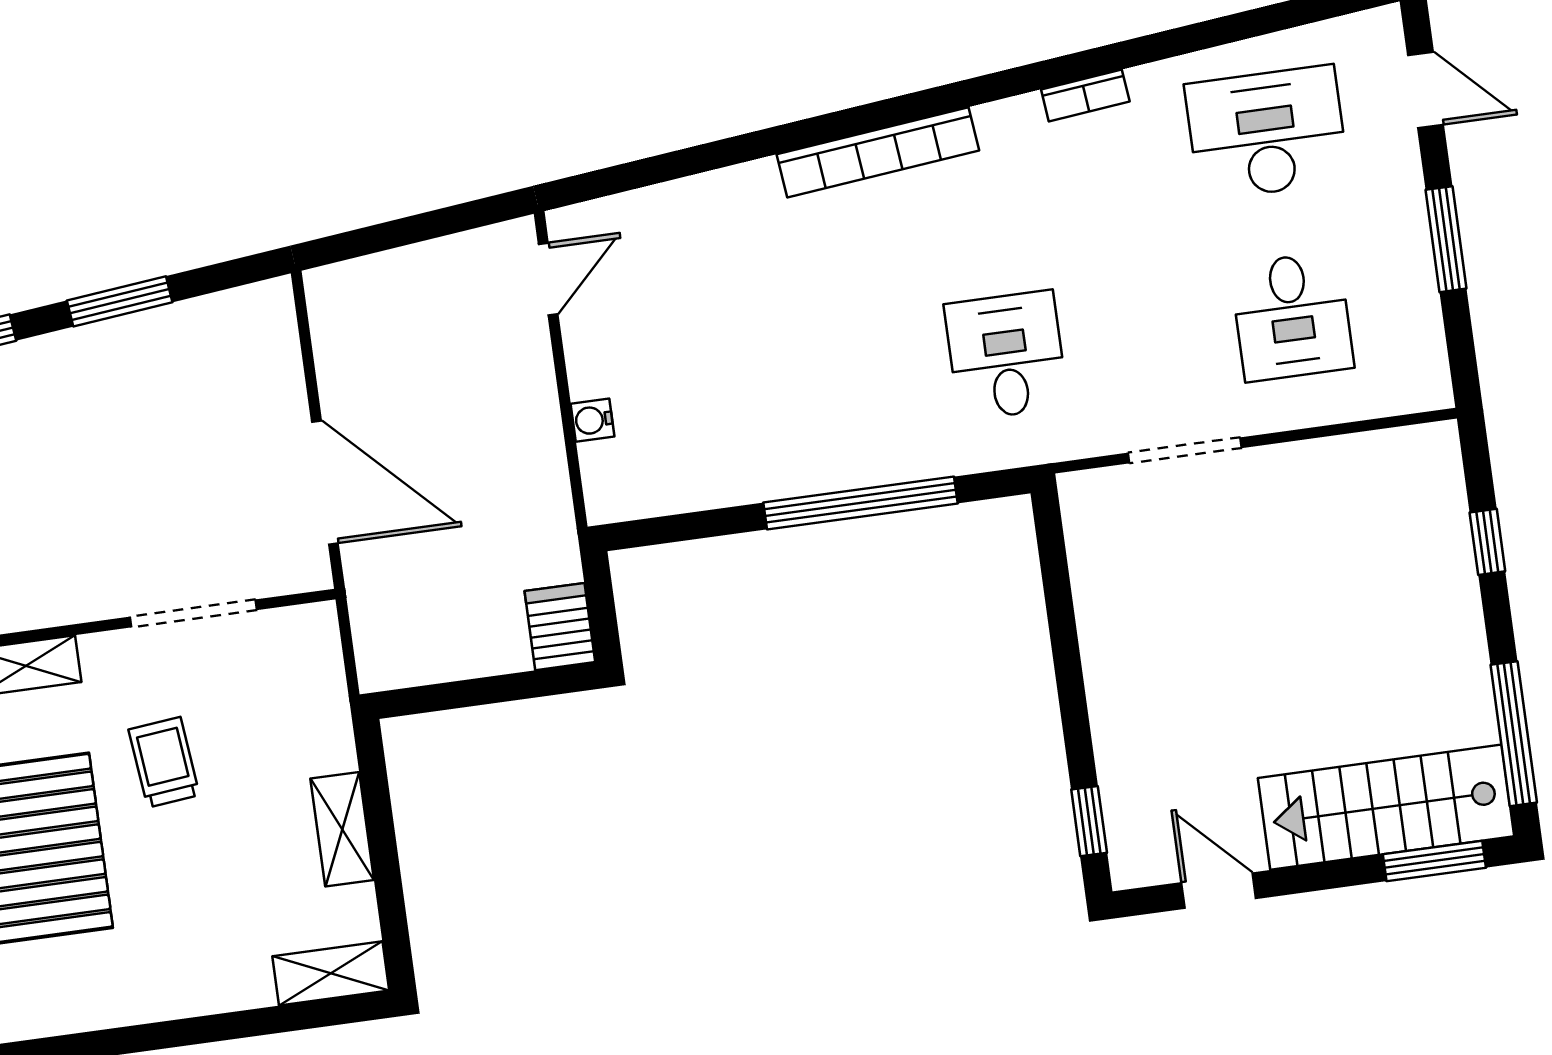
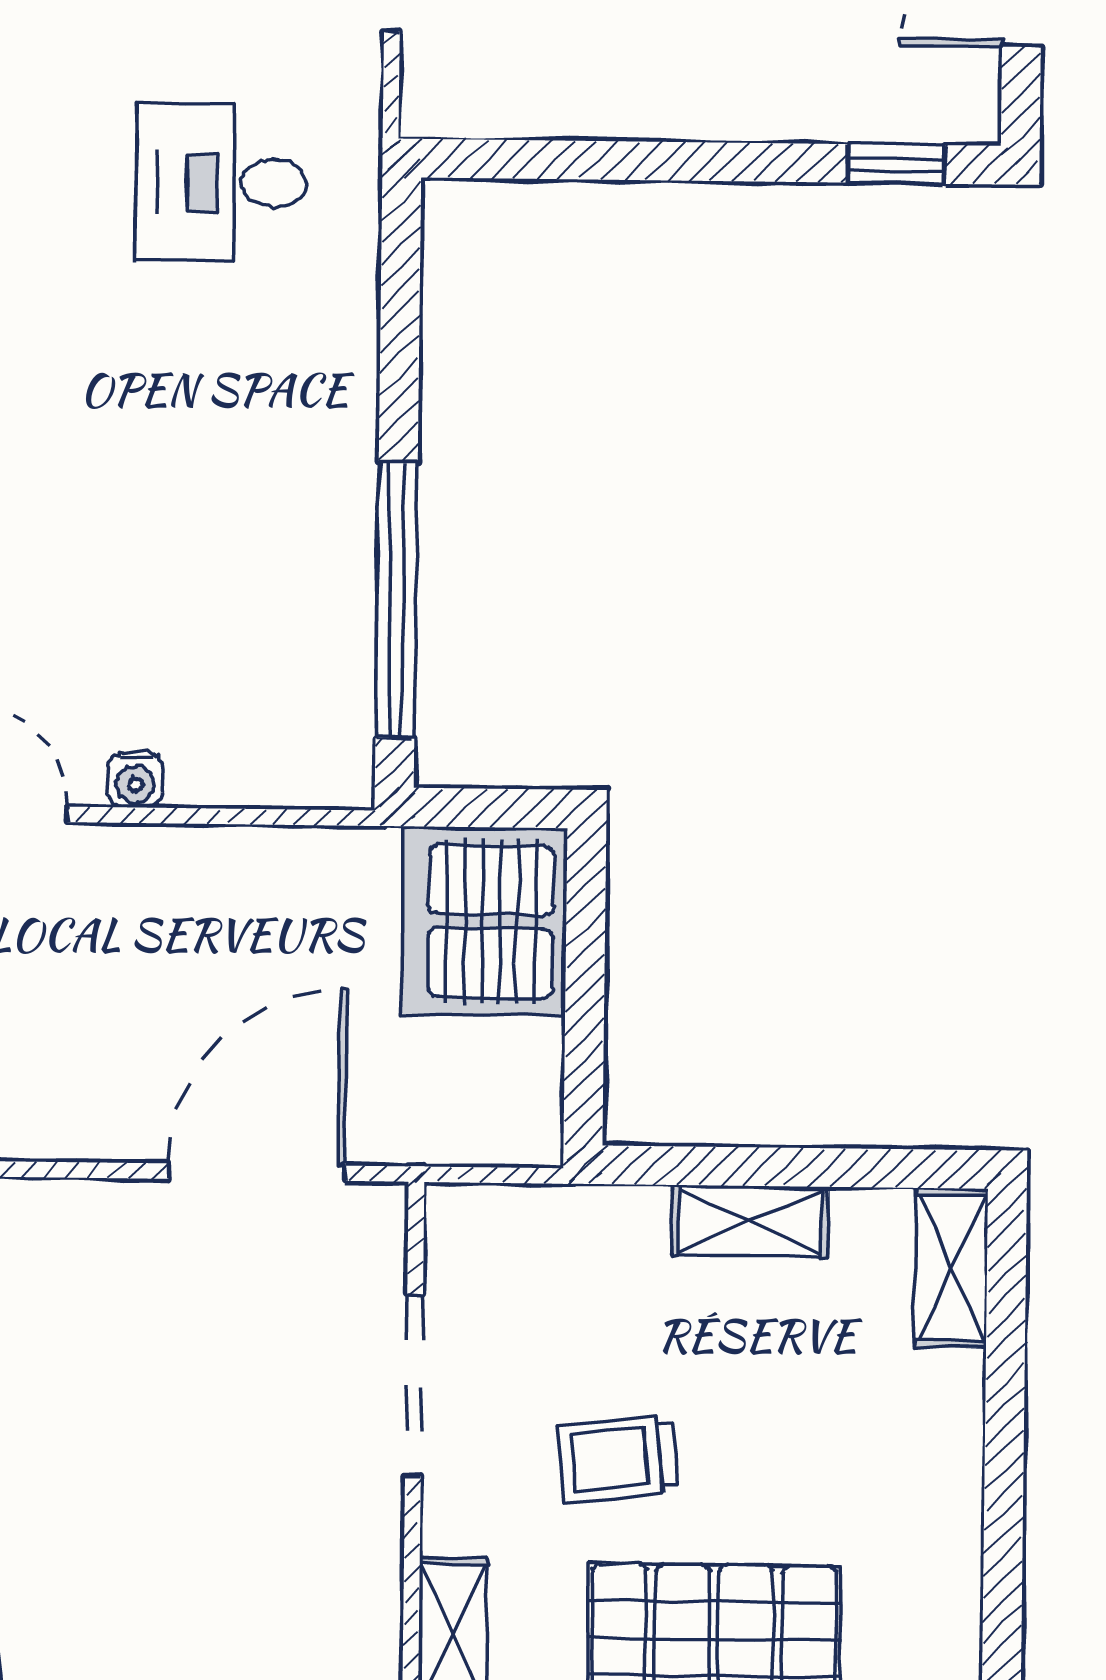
water cooler: (592, 420) -> (135, 780), moved
window: (861, 503) -> (397, 600), moved
server rack: (560, 627) -> (484, 921), width x2.18, depth x1.44

